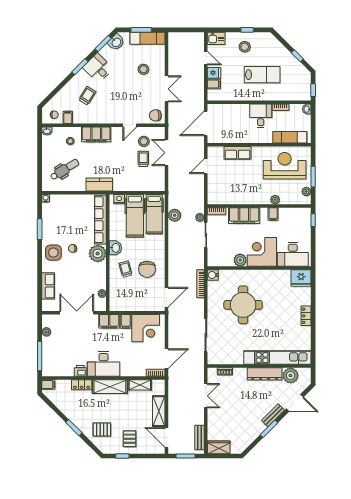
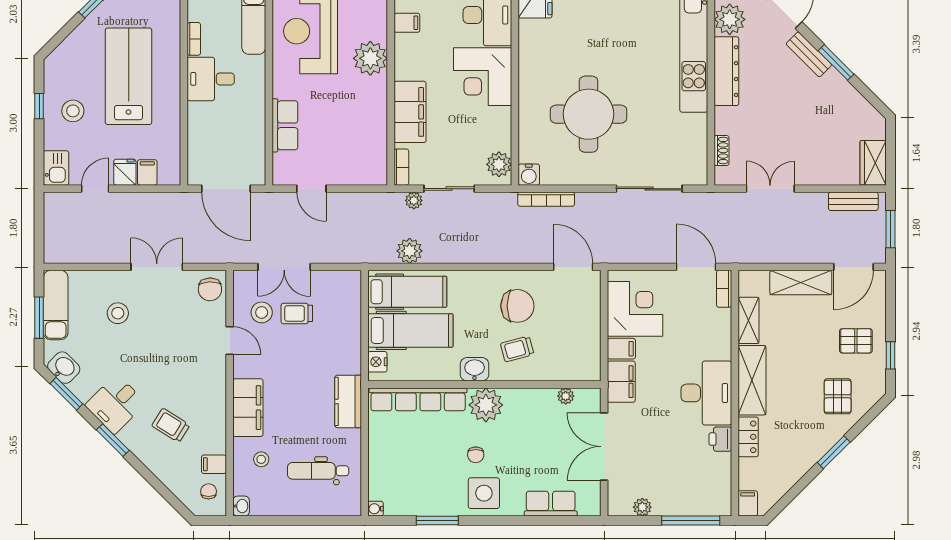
lab bench: (262, 75) -> (129, 76), width x1.36, depth x1.39
dental chair: (65, 169) -> (318, 471), turned -58
plant: (275, 200) -> (370, 58), width x1.87, depth x1.87
filing cabinet: (273, 214) -> (407, 23), moved
plant: (240, 260) -> (499, 164), moved

